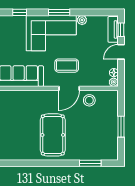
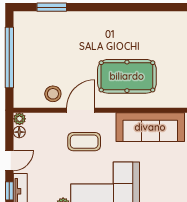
window: (121, 127) -> (9, 57), width x2.11
pool table: (53, 135) -> (127, 76), moved, turned 90

